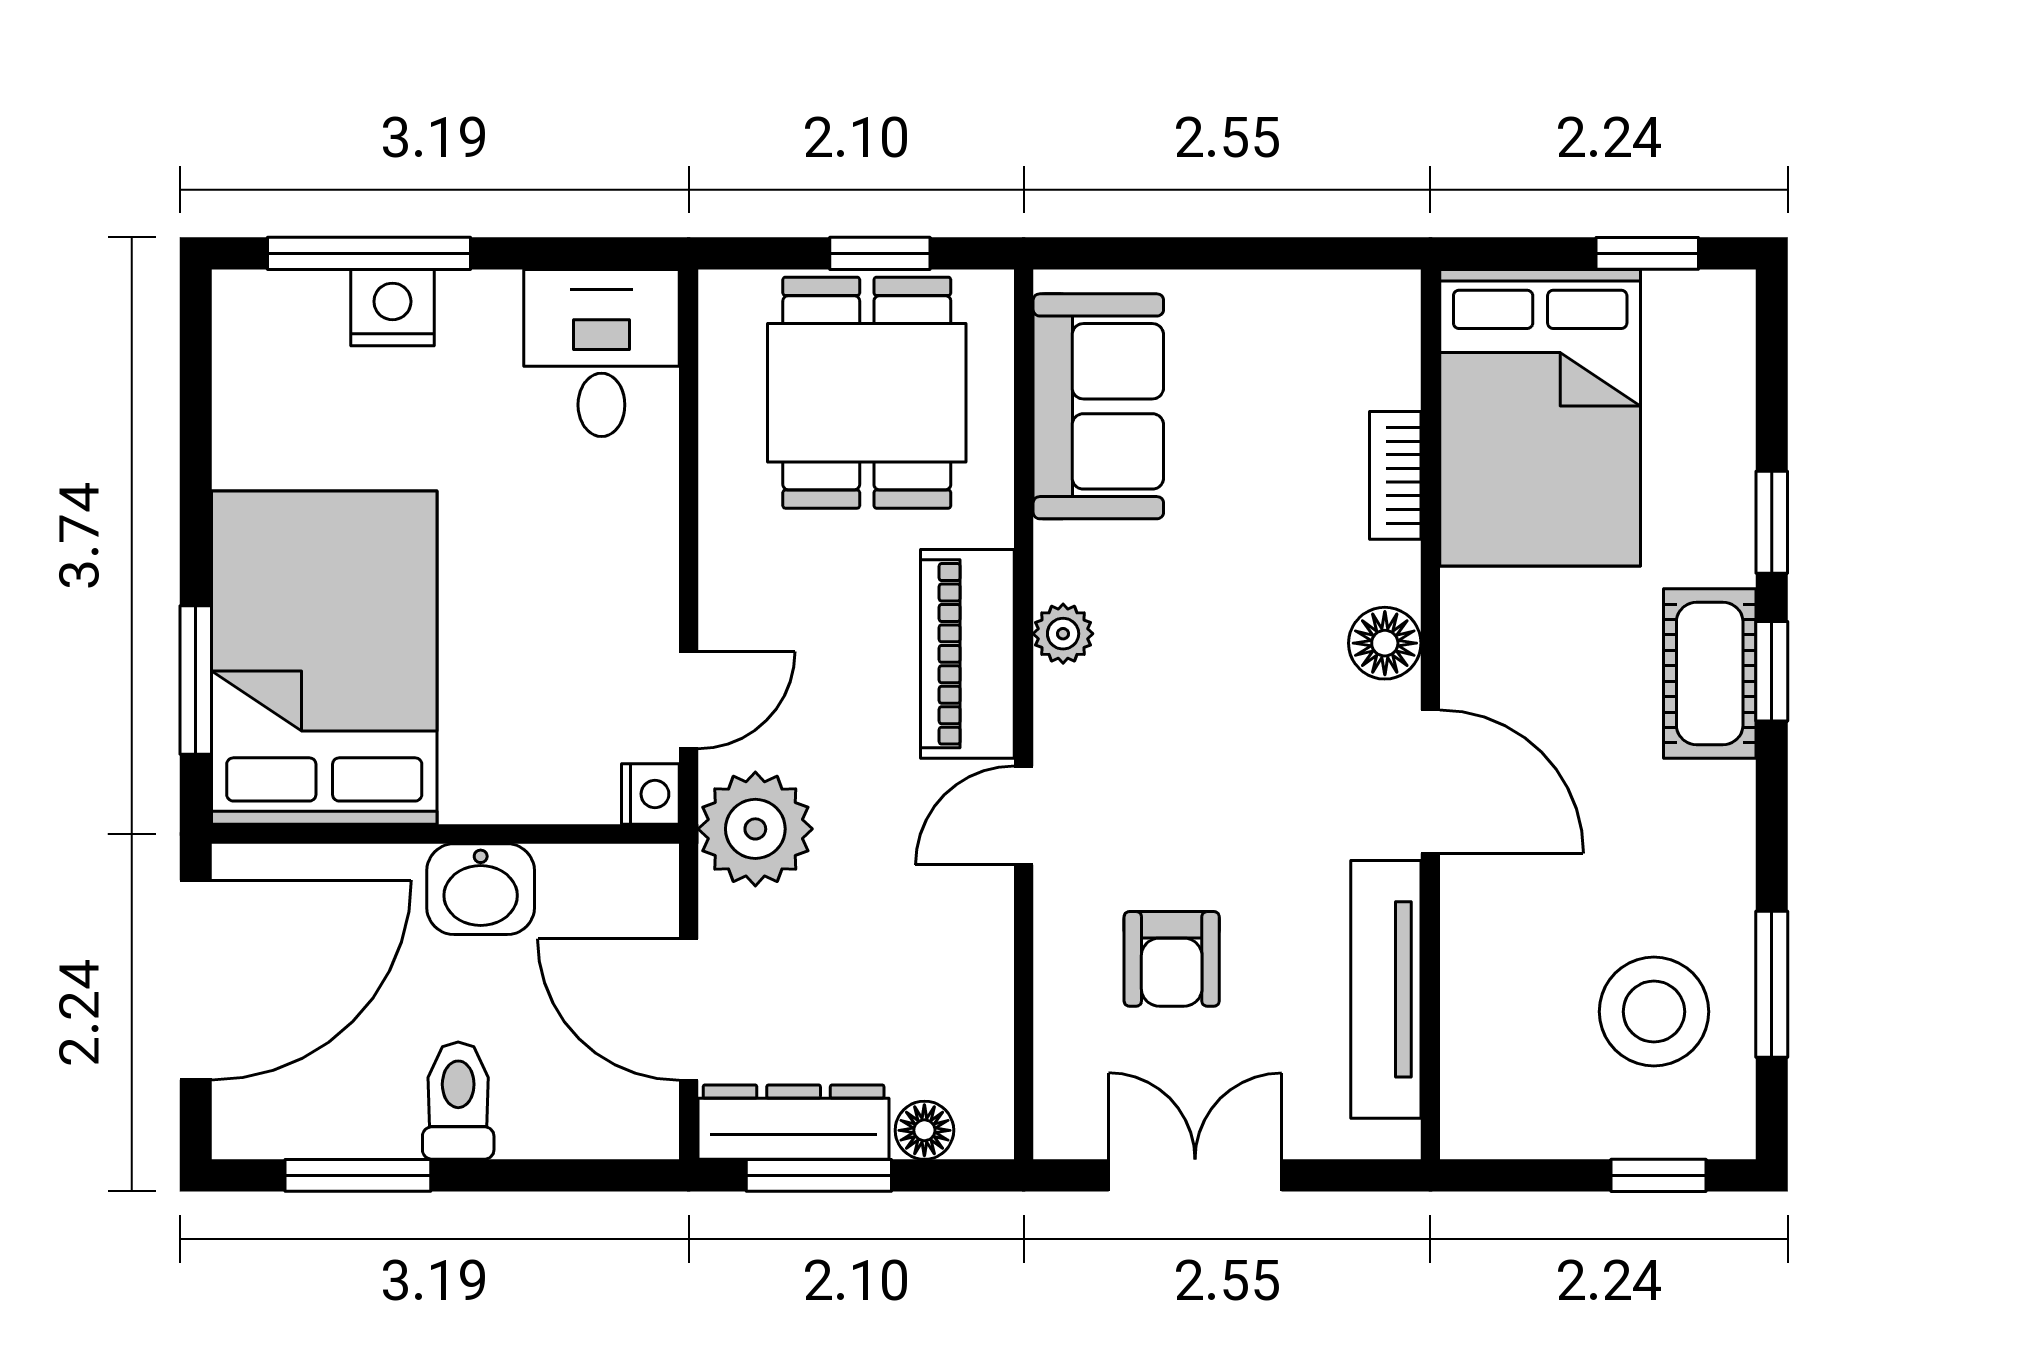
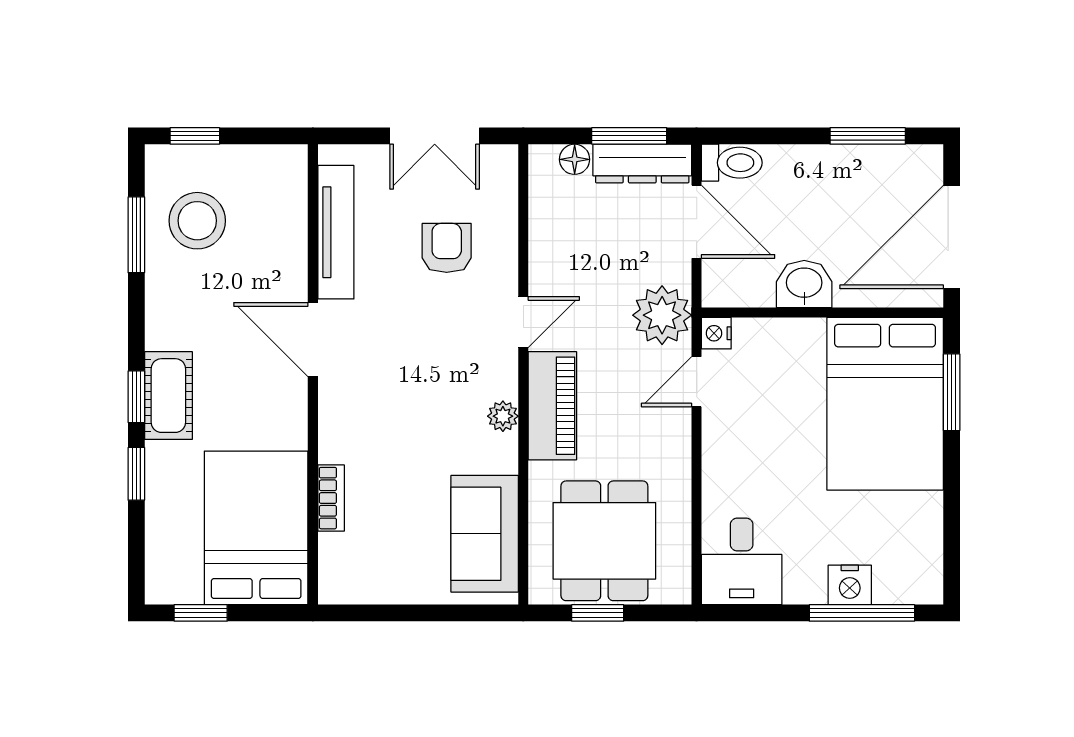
floor lamp: (1385, 643) -> (336, 411), removed
toilet: (458, 1101) -> (732, 163), moved, turned -90

